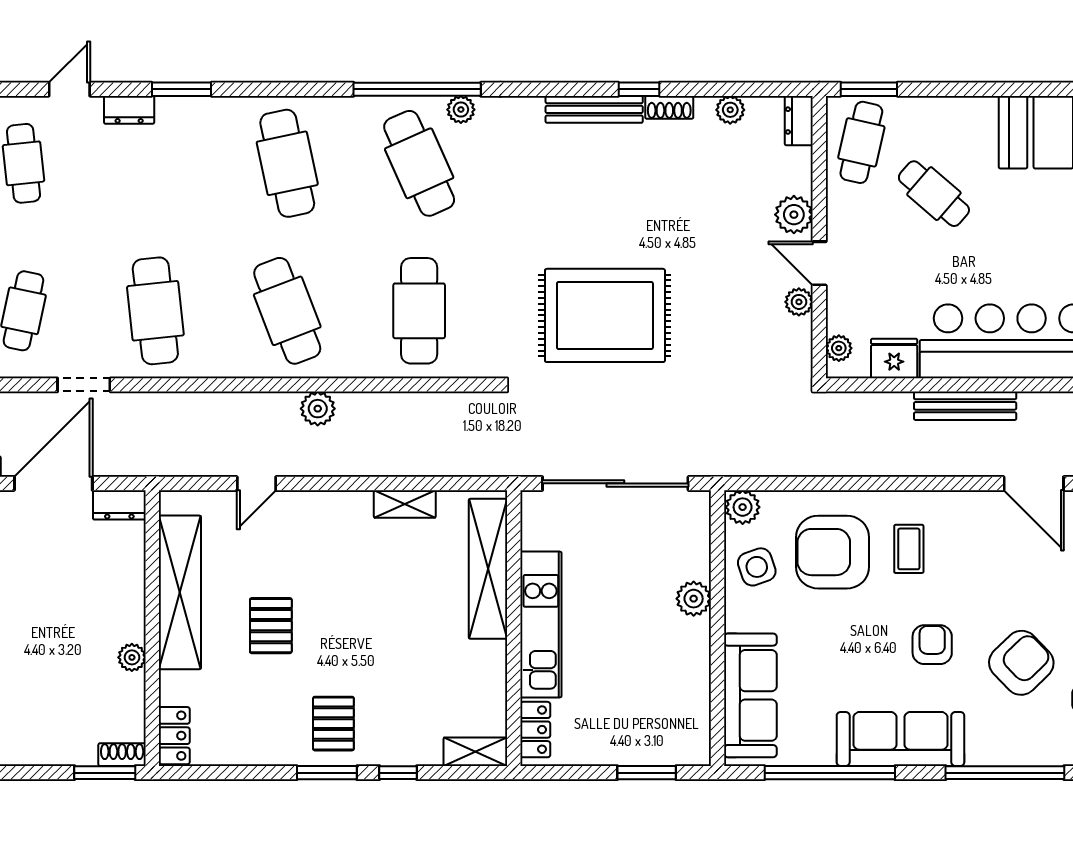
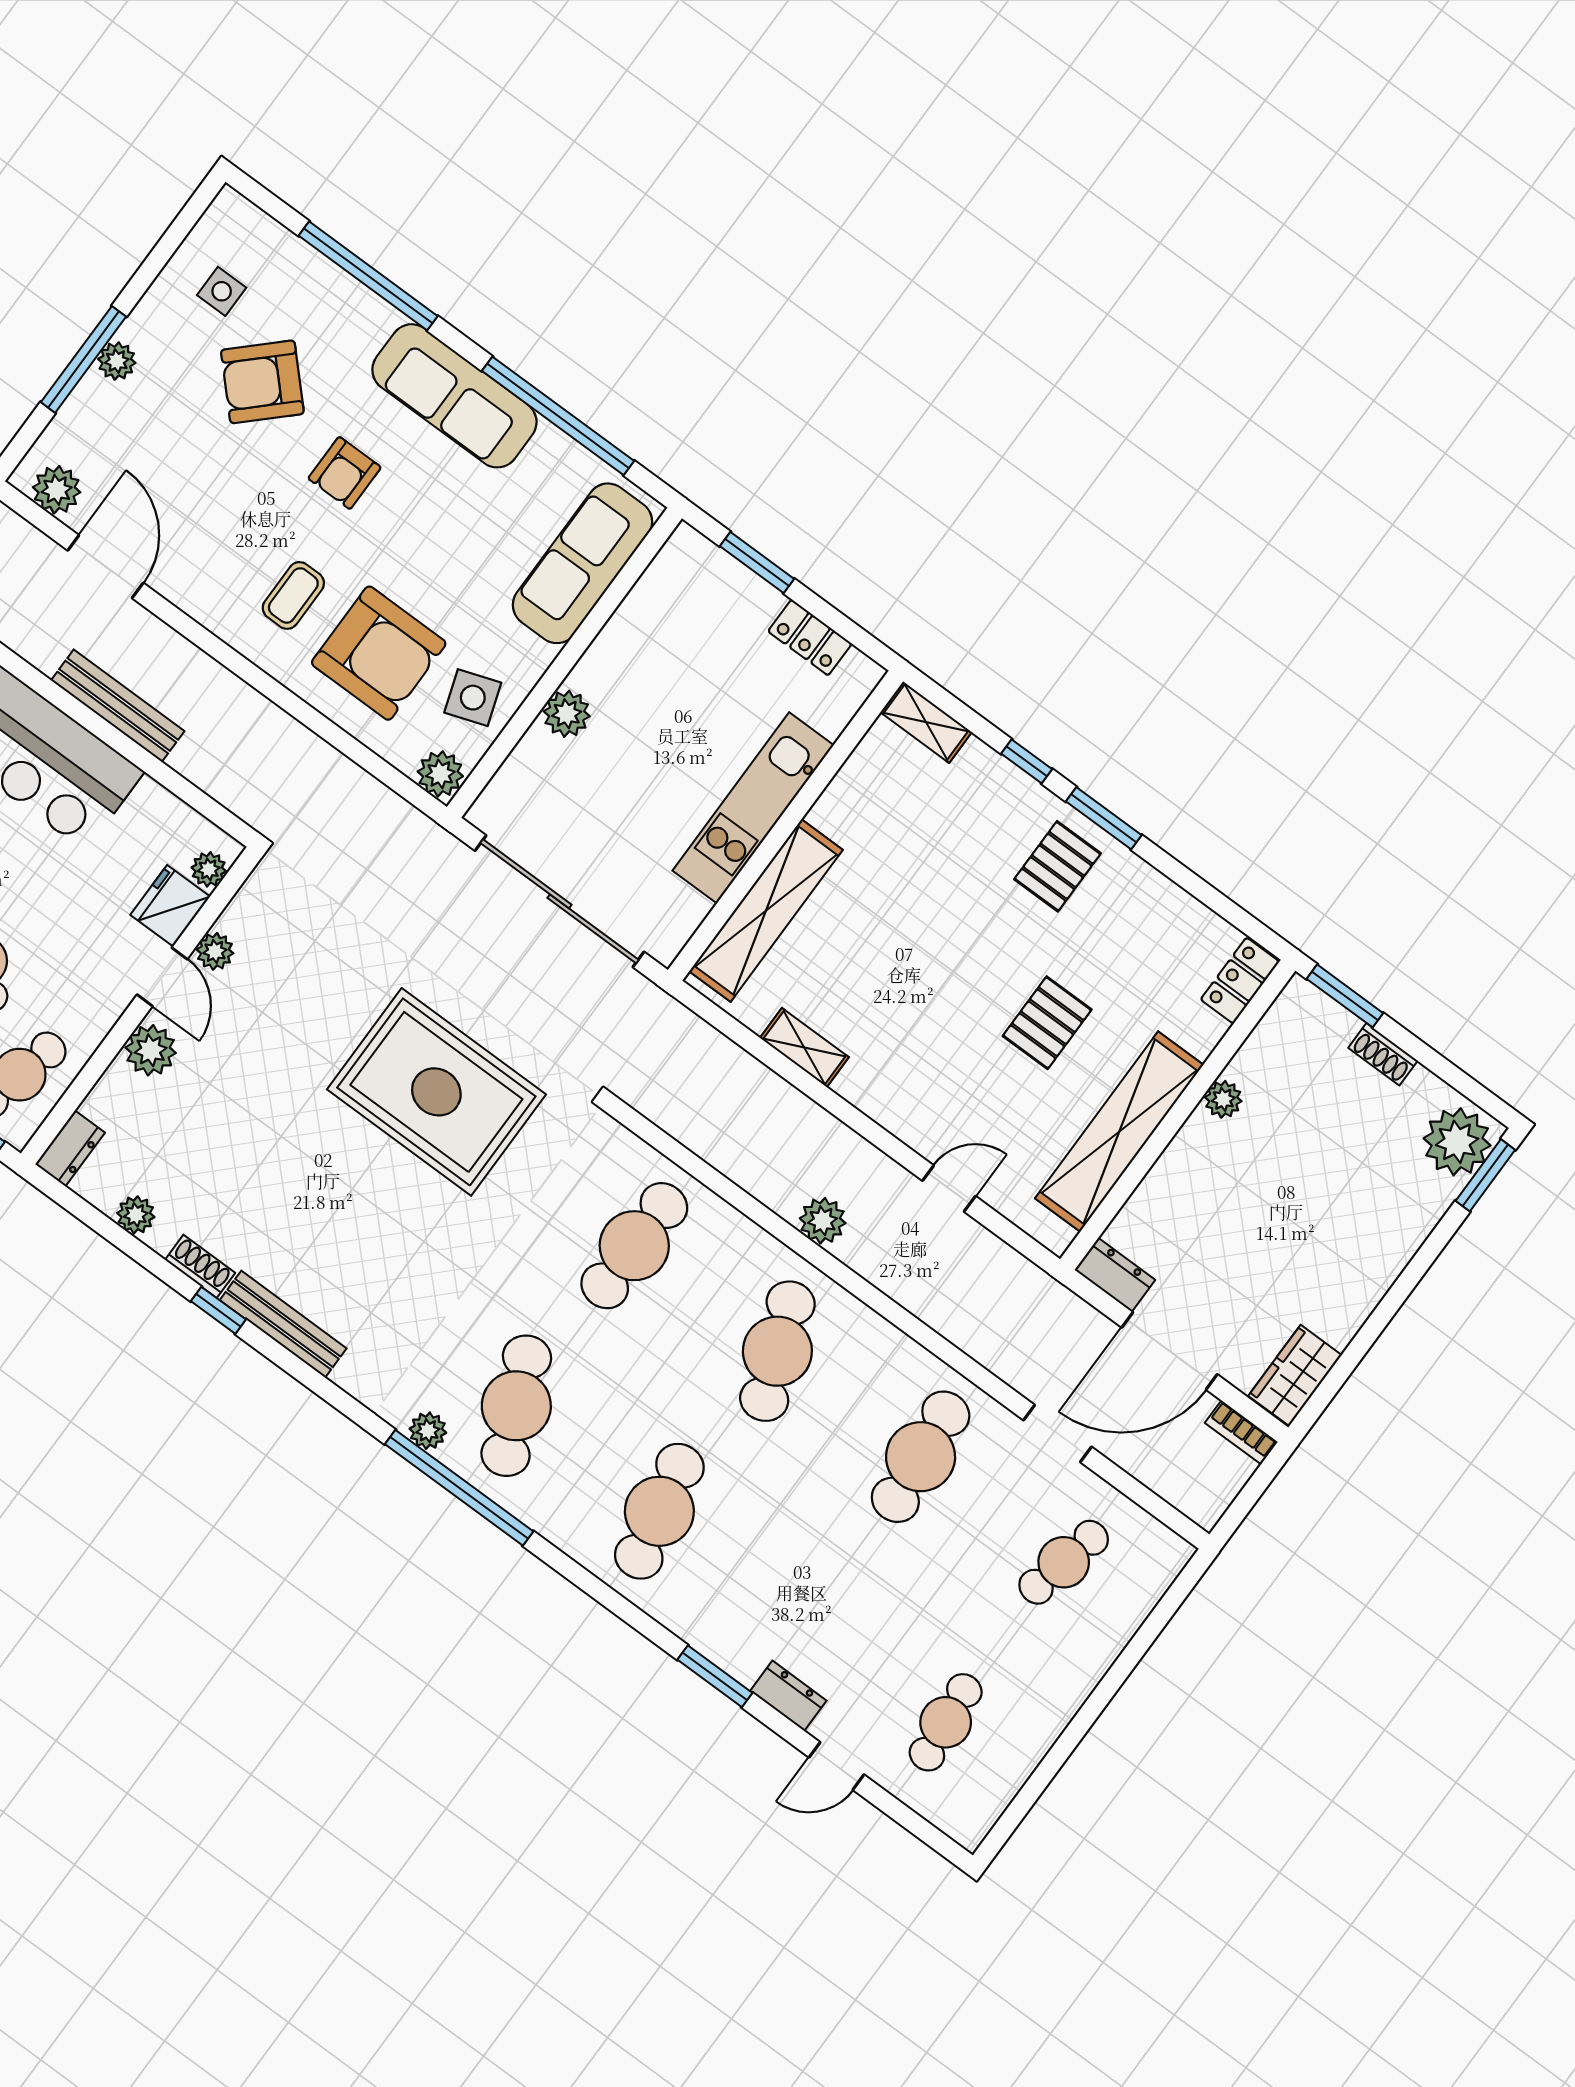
fridge: (894, 358) -> (170, 906), moved, turned 90
locker: (535, 730) -> (810, 637), moved, turned -90
shoe rack: (122, 755) -> (1383, 1054), moved

